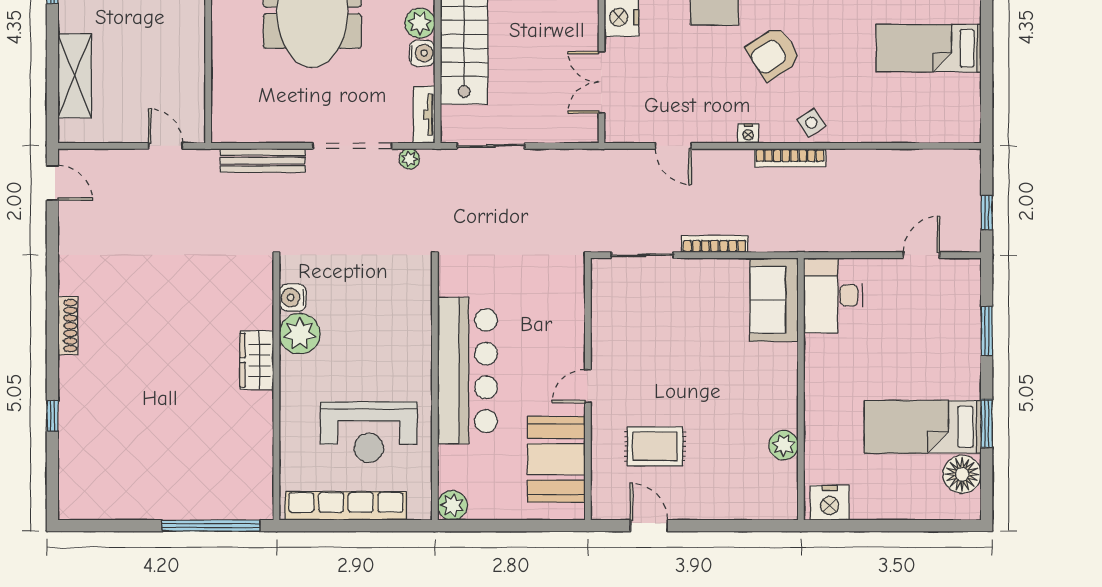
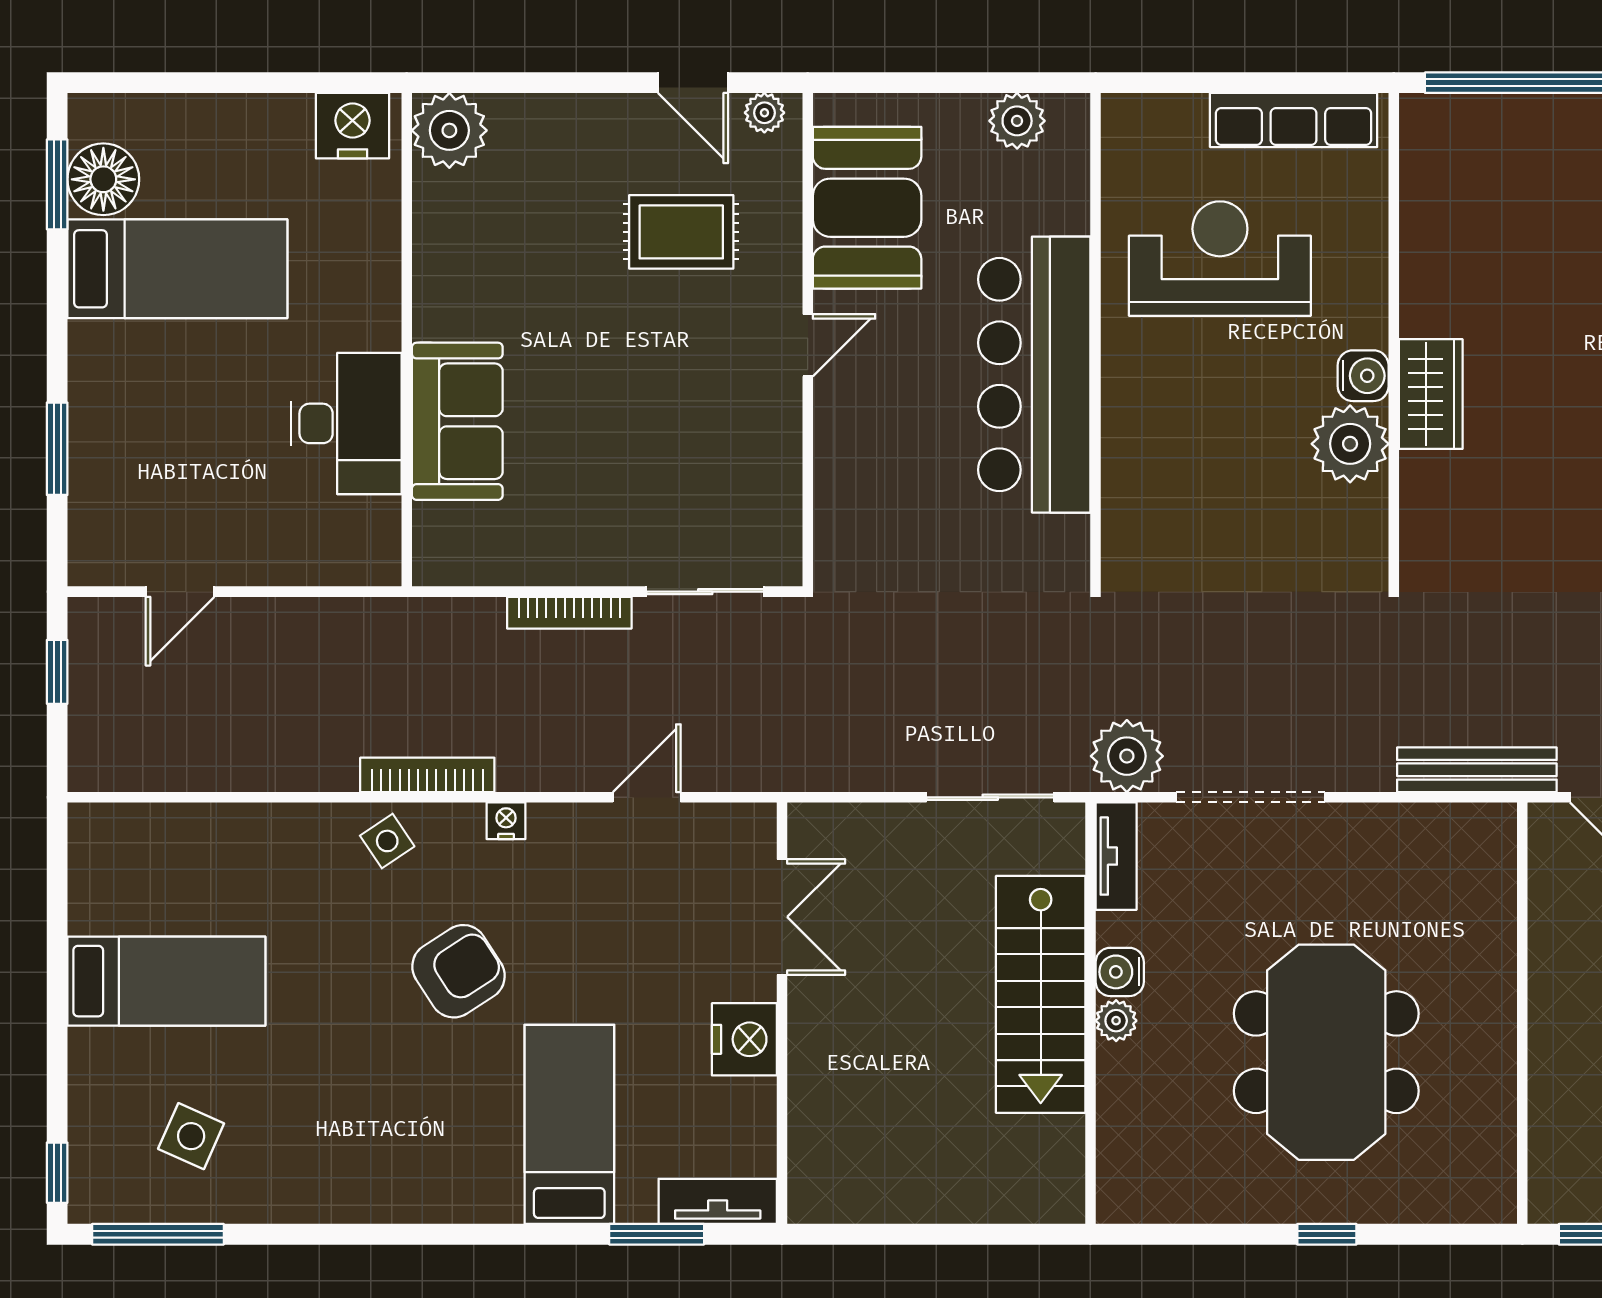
plant: (420, 23) -> (1116, 1021), width x0.73, depth x0.73
door: (673, 146) -> (647, 797), hinge flipped
plant: (409, 159) -> (1127, 756), width x1.87, depth x1.87
bench: (263, 161) -> (1477, 770), moved
desk: (833, 295) -> (346, 423), moved
water cooler: (293, 298) -> (1363, 376), moved
sofa: (774, 300) -> (457, 421), moved
window: (987, 424) -> (57, 184), moved
plant: (784, 445) -> (449, 130), moved, width x1.36, depth x1.36
plant: (452, 505) -> (1017, 121), moved
row of seats: (346, 506) -> (1294, 120), width x0.73
plant: (611, 510) -> (764, 113), added

